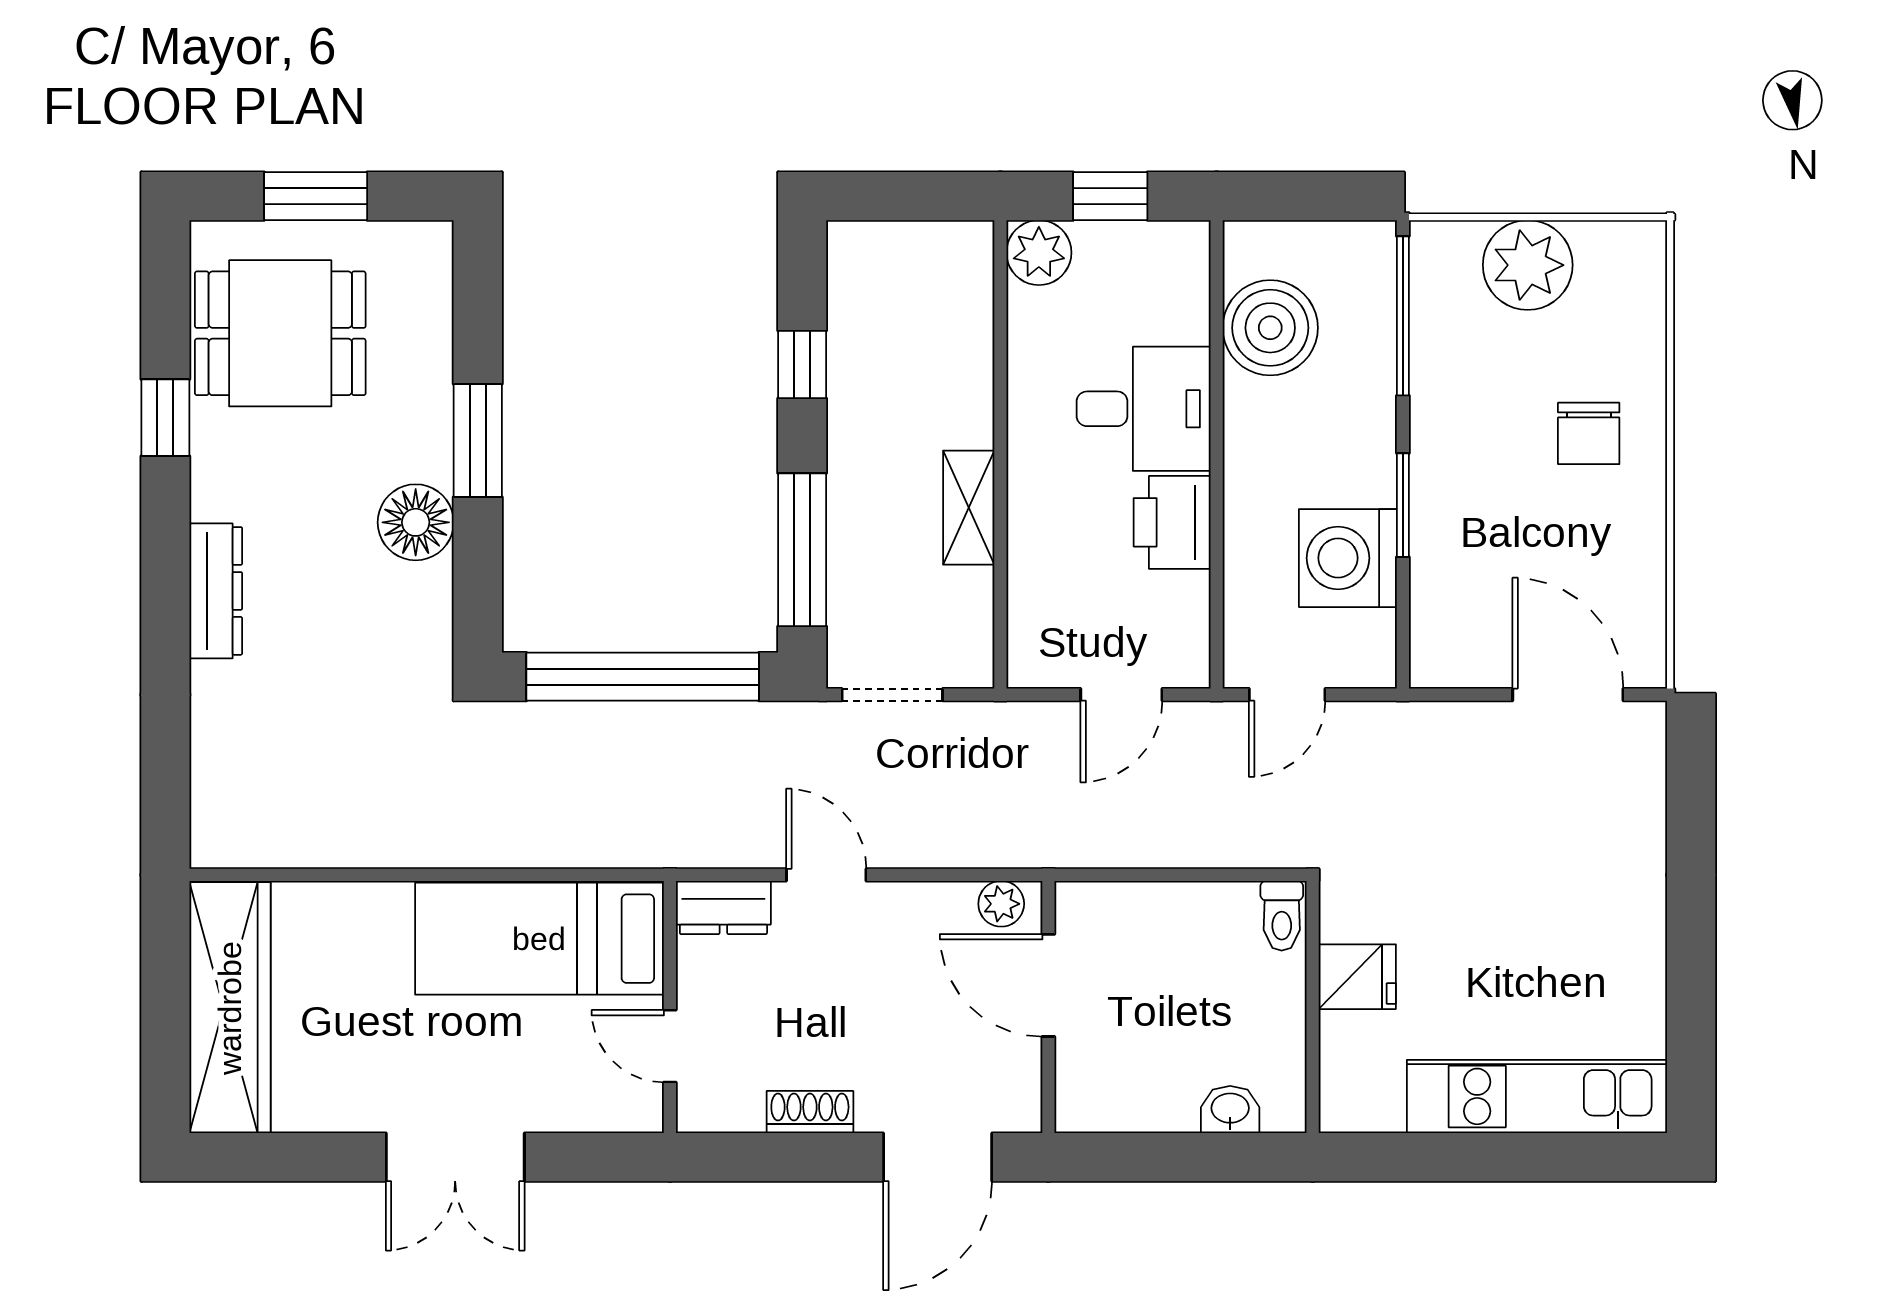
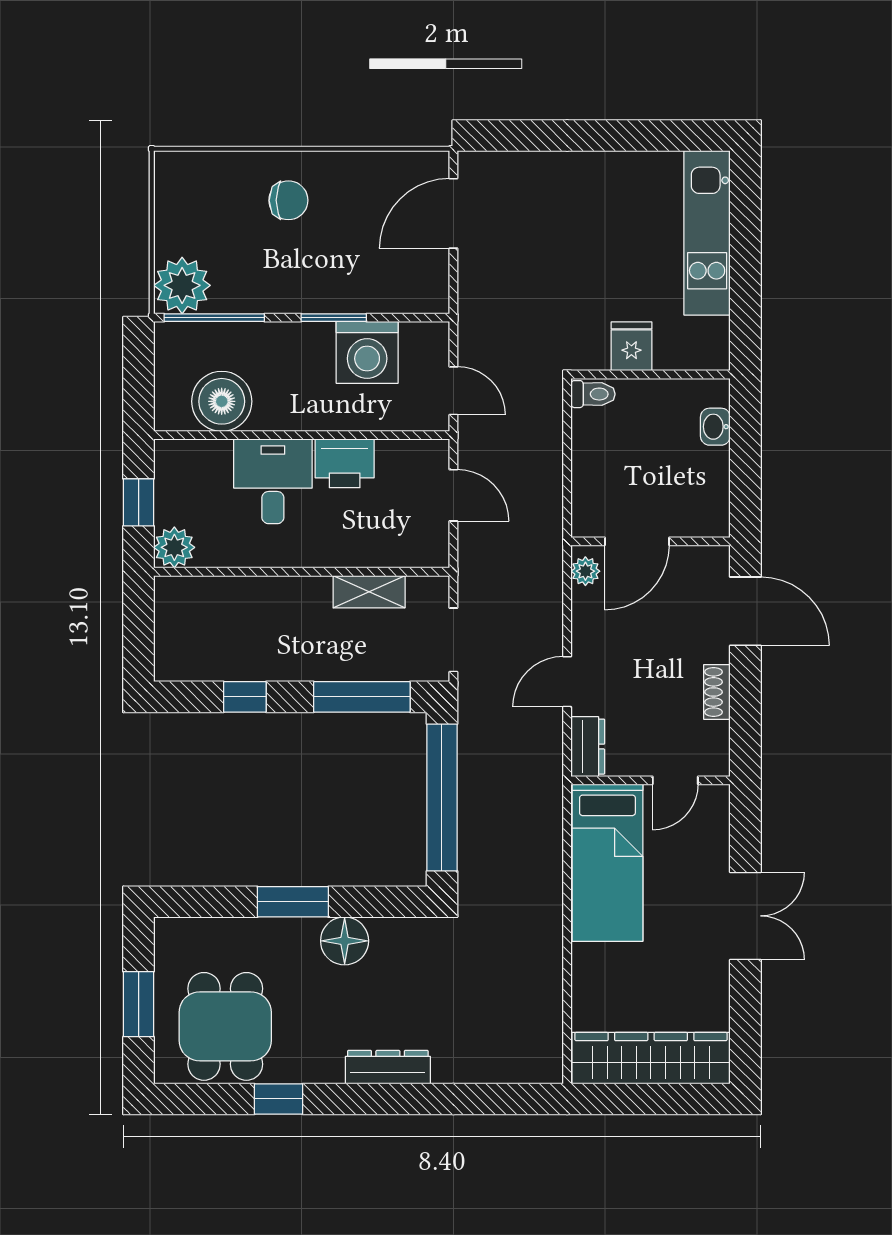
plant: (1528, 265) -> (182, 285), moved
shelving: (969, 508) -> (369, 592), moved

